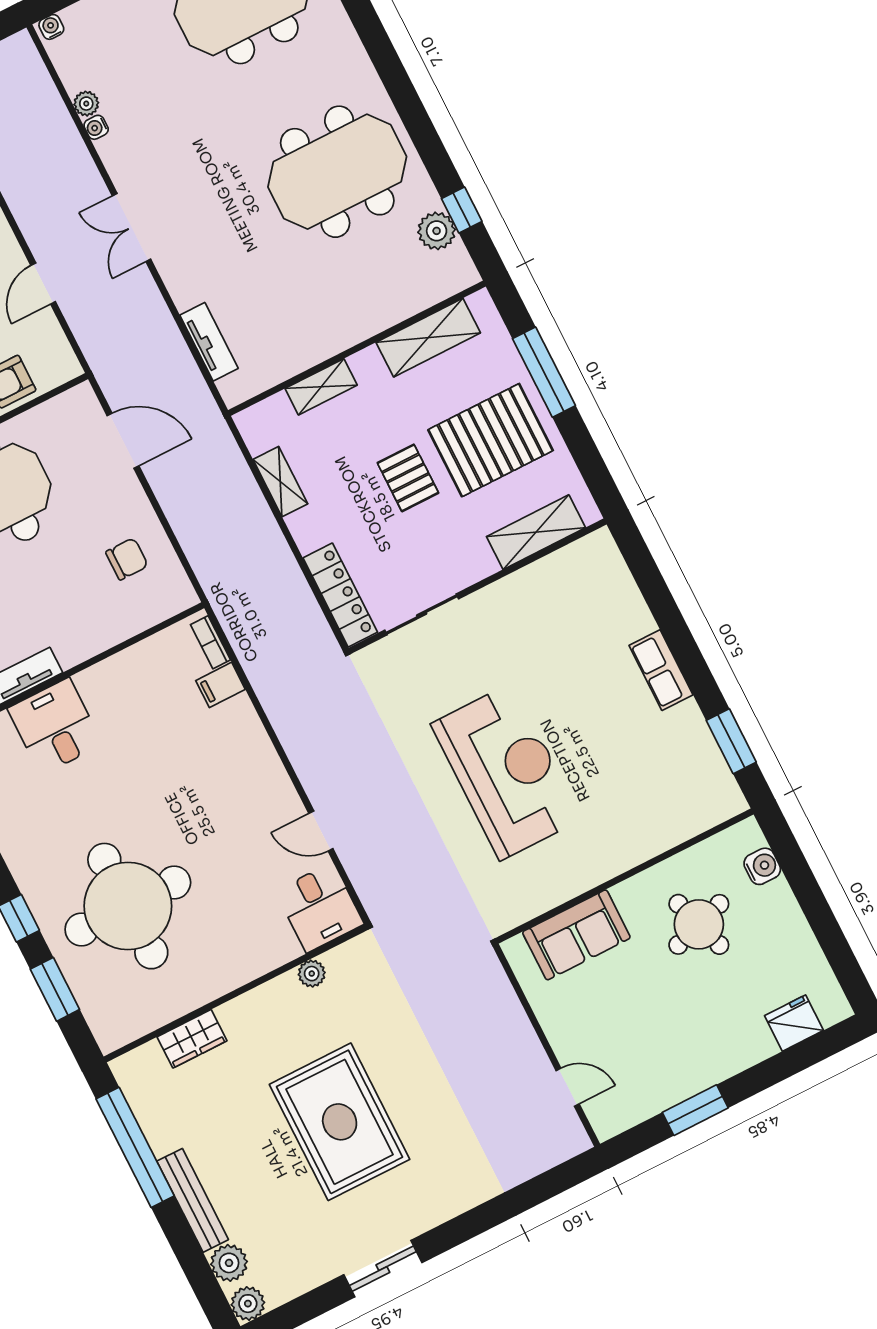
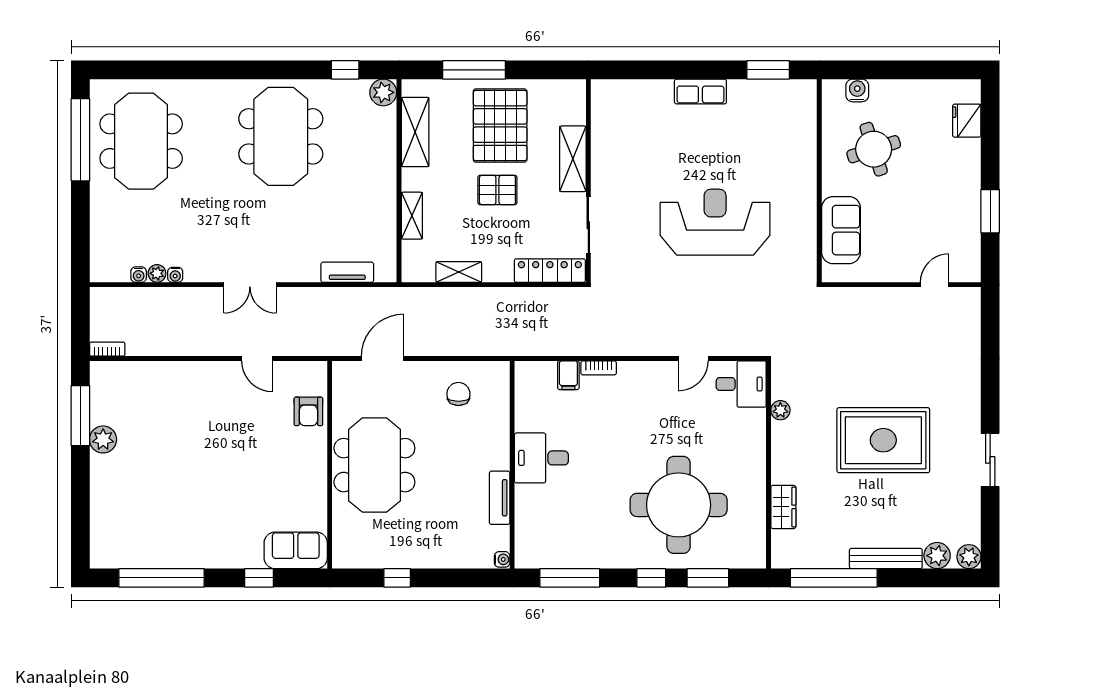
water cooler: (51, 27) -> (139, 275), moved, turned -90
plant: (437, 231) -> (383, 92), moved
shelving: (536, 532) -> (573, 159), moved
bookcase: (210, 642) -> (599, 368), moved
desk: (55, 726) -> (541, 458), moved

